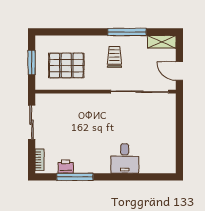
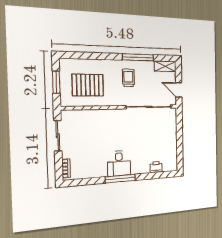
desk: (125, 158) -> (119, 163), moved
printer: (66, 166) -> (156, 167), moved
window: (75, 177) -> (120, 179), moved

